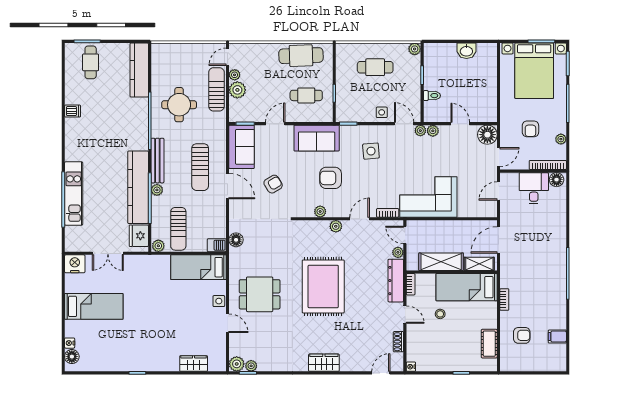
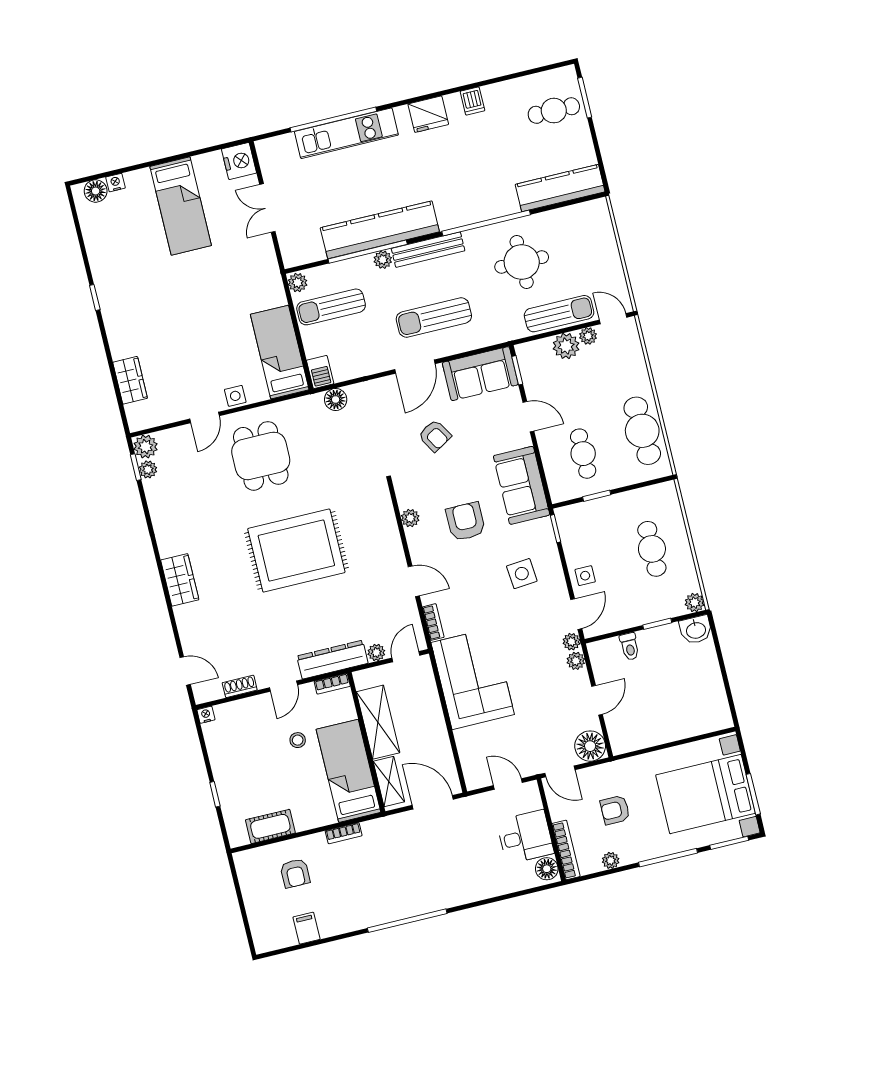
washbasin: (466, 51) -> (696, 630), moved, turned -90
plant: (336, 226) -> (393, 547), removed
fridge: (139, 236) -> (428, 114), moved, turned 180

